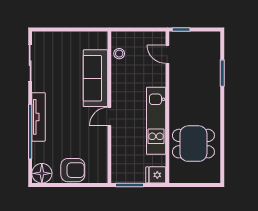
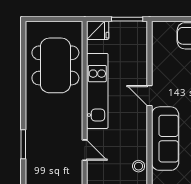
door: (167, 54) -> (85, 150), moved
door: (109, 117) -> (149, 96), swing flipped
dining table: (193, 144) -> (55, 65), width x1.38

